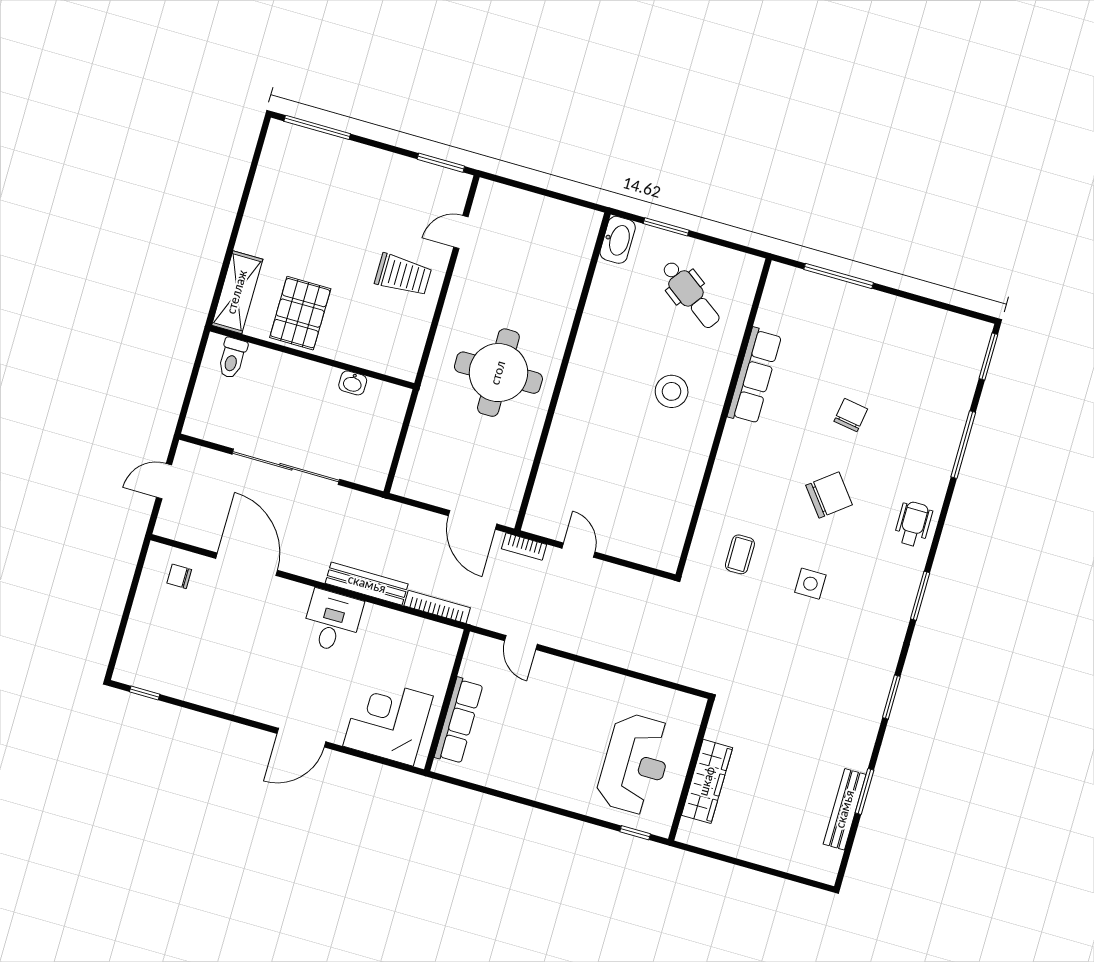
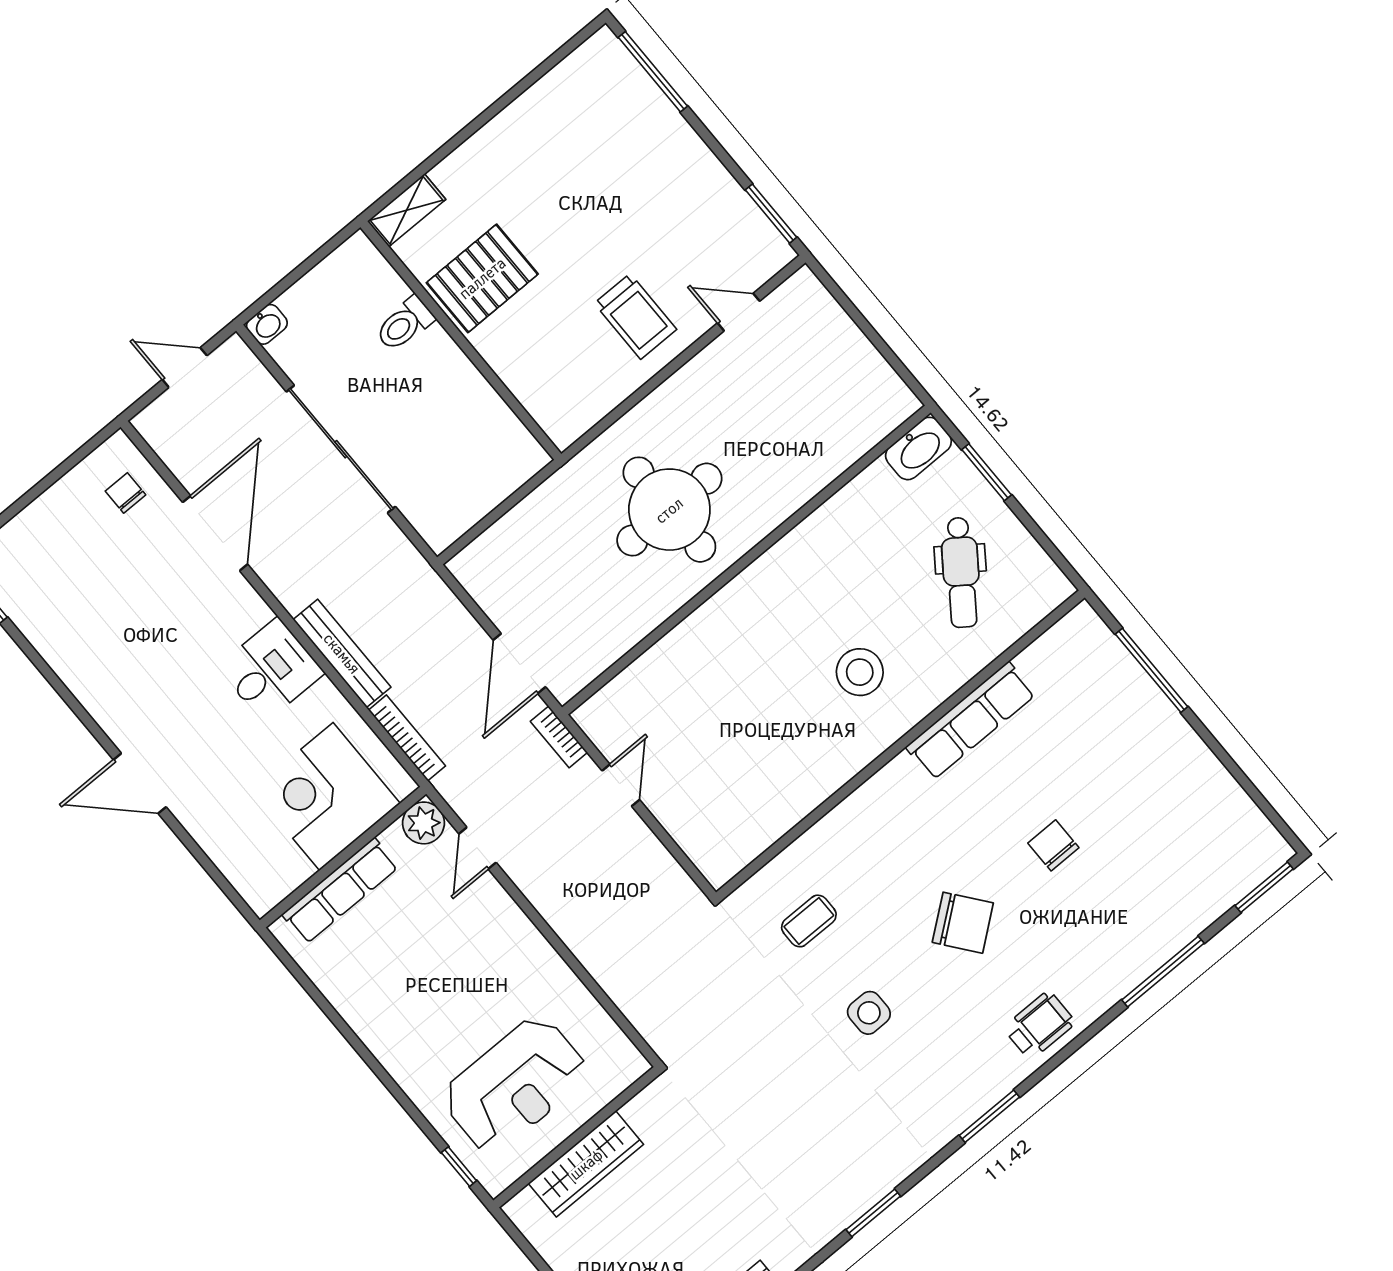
shelving: (237, 292) -> (407, 210), width x0.67, depth x0.75
toilet: (232, 358) -> (405, 324), moved
washbasin: (353, 383) -> (267, 324), moved, turned -90
chair: (851, 415) -> (1053, 845), turned -99
plant: (480, 649) -> (424, 823), added
corner desk: (388, 721) -> (326, 797), moved, turned -90

